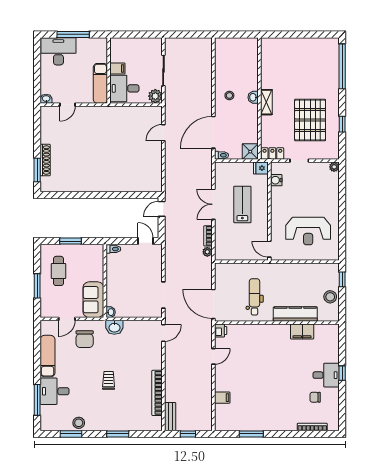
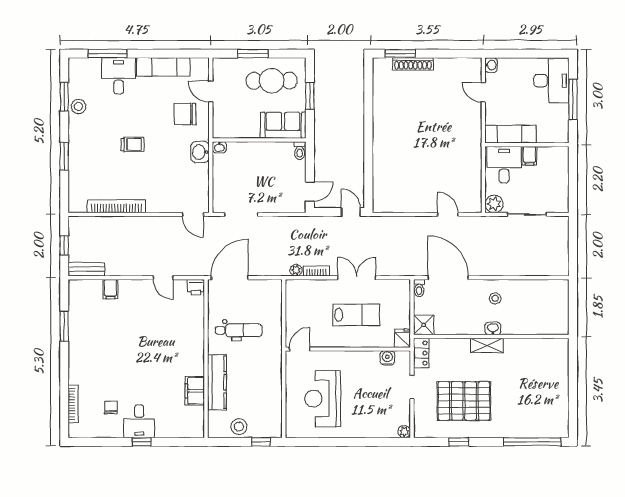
cafe table: (58, 271) -> (272, 81), width x1.37, depth x1.35
sofa: (93, 300) -> (283, 125), moved
bench: (170, 417) -> (86, 269), moved

